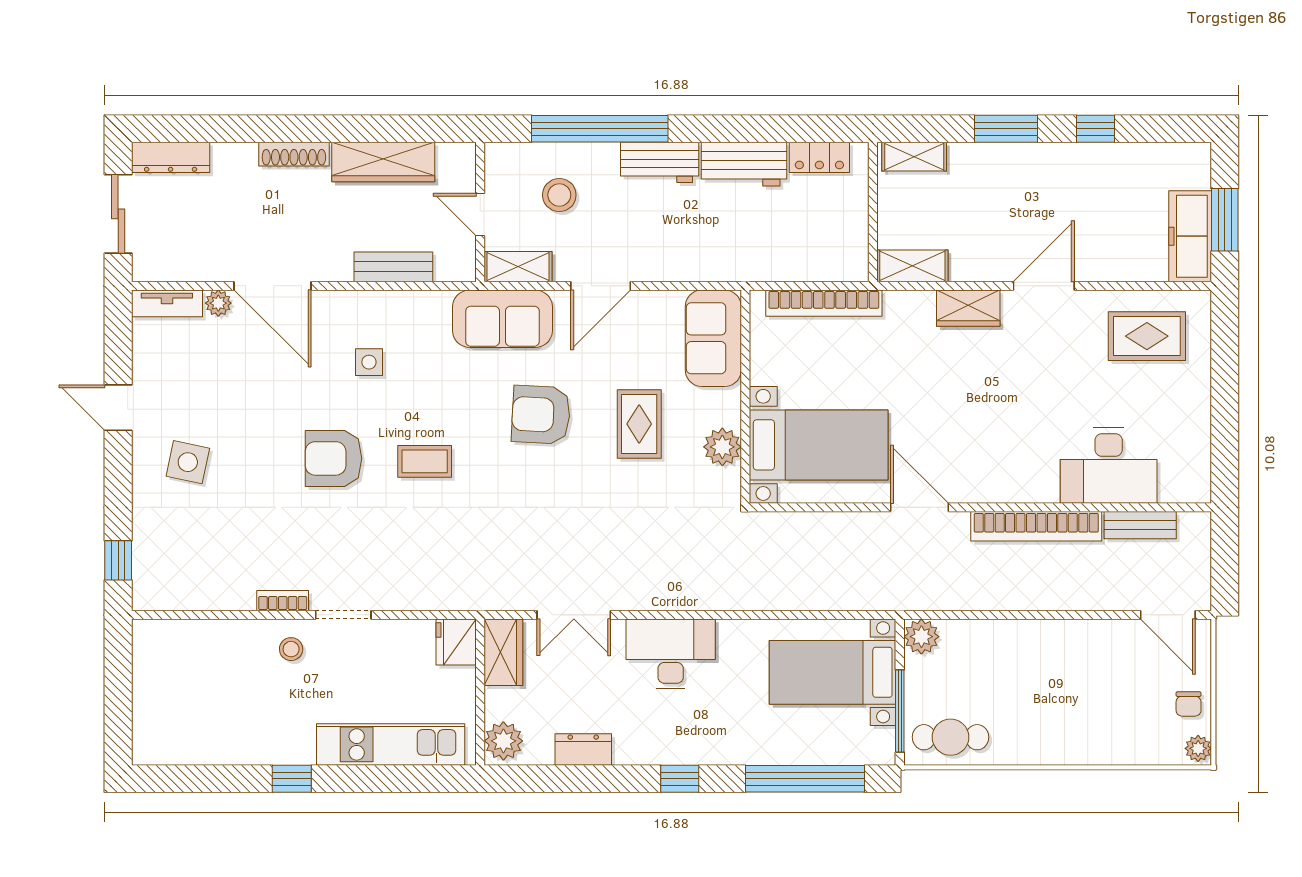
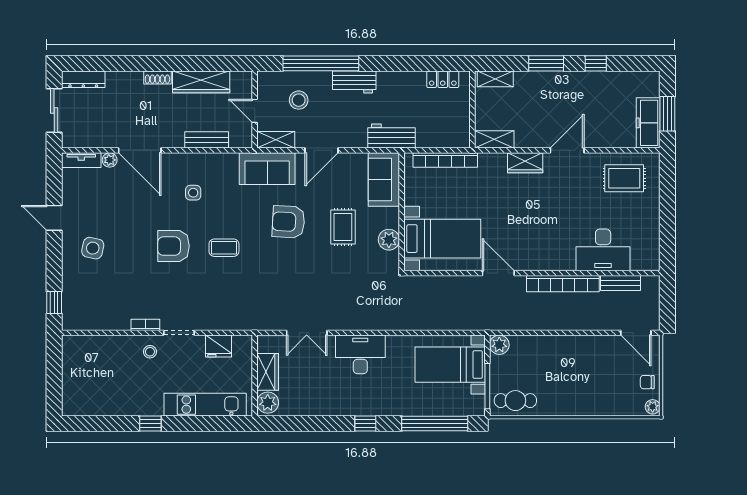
shoe rack: (294, 154) -> (157, 77), width x0.70
workbench: (744, 164) -> (392, 136), moved, turned 180
fridge: (456, 642) -> (219, 346), moved, turned -90
wardrobe: (503, 652) -> (268, 372), moved
chair: (1189, 704) -> (647, 382), turned 90
dresser: (583, 749) -> (312, 407), removed

